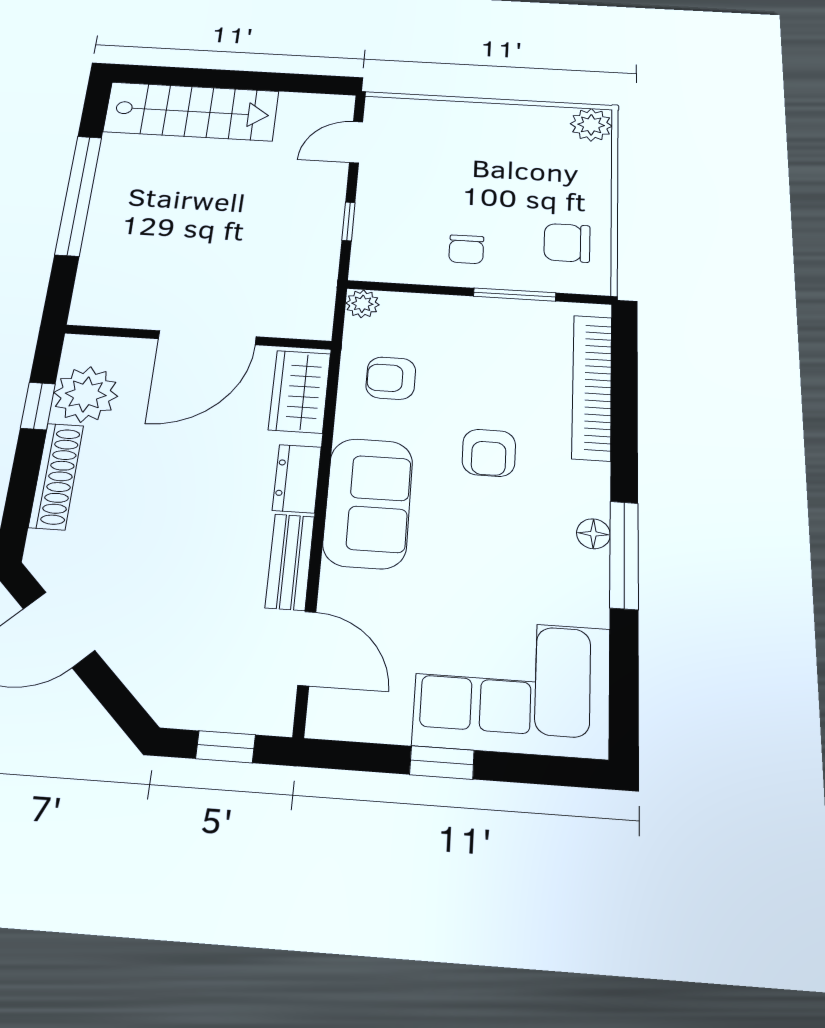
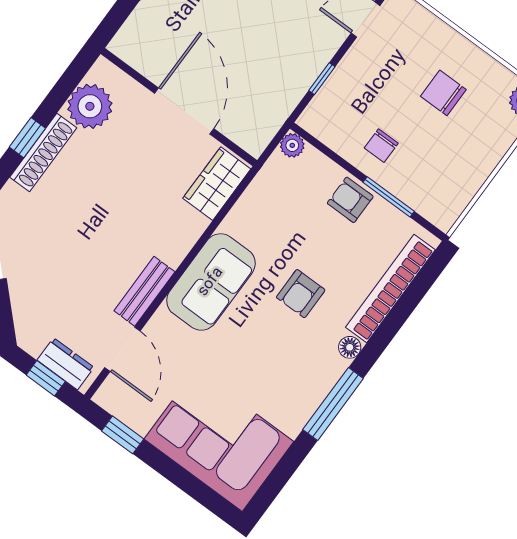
chair: (567, 243) -> (443, 93), moved
door: (207, 338) -> (184, 111), swing flipped
armchair: (391, 378) -> (350, 200), moved
window: (38, 406) -> (27, 138), moved
dresser: (297, 479) -> (66, 364), moved, turned 90
floor lamp: (593, 534) -> (350, 347), moved
window: (442, 763) -> (123, 435), moved

